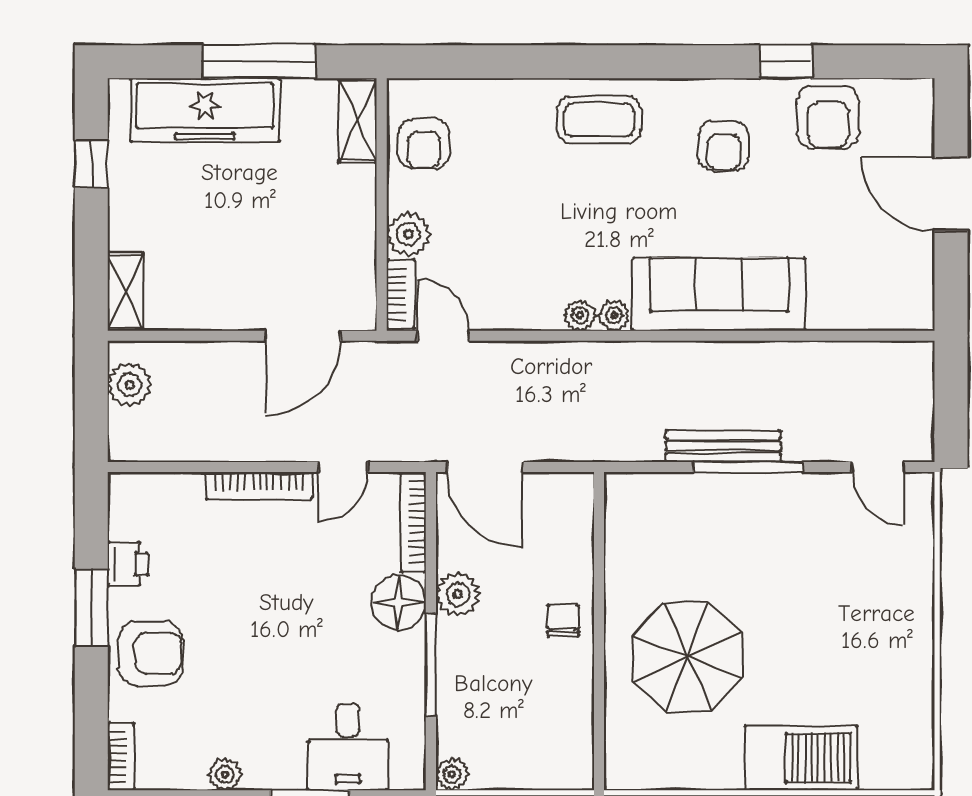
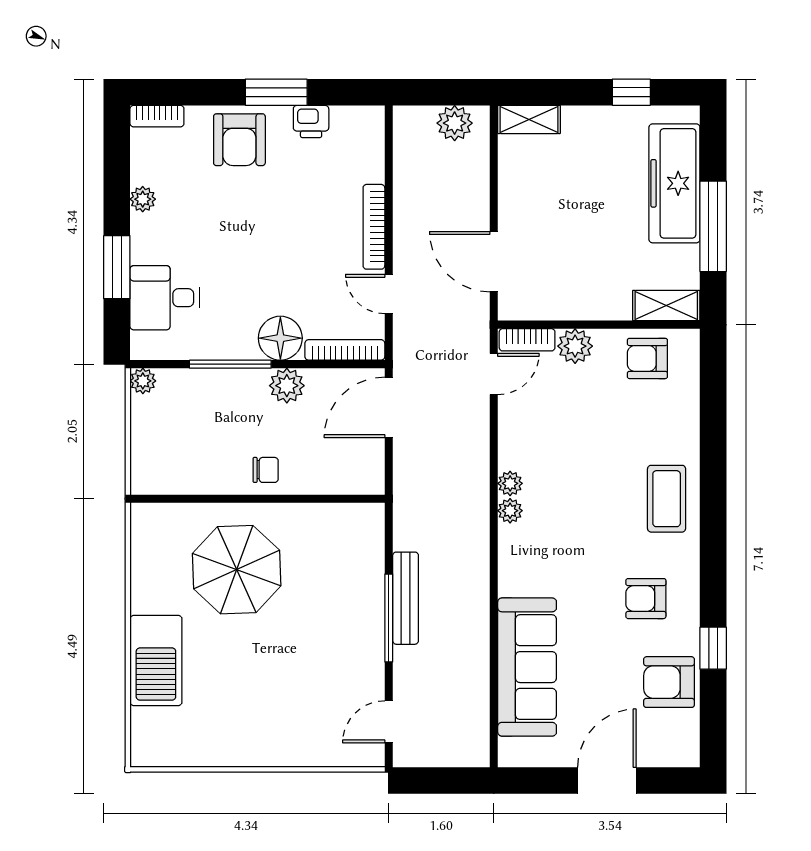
sofa: (719, 294) -> (527, 667), moved

